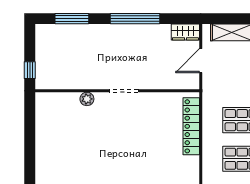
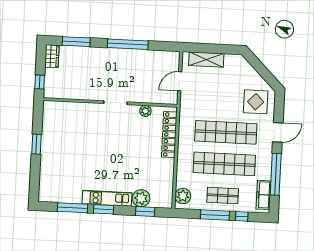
wardrobe: (185, 32) -> (52, 56), moved, turned -90
plant: (87, 99) -> (145, 111), moved
window: (30, 146) -> (36, 144), added

